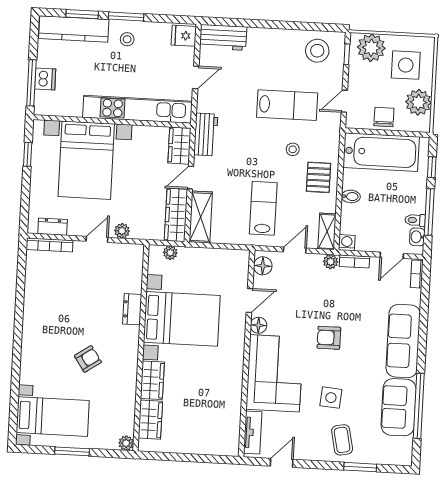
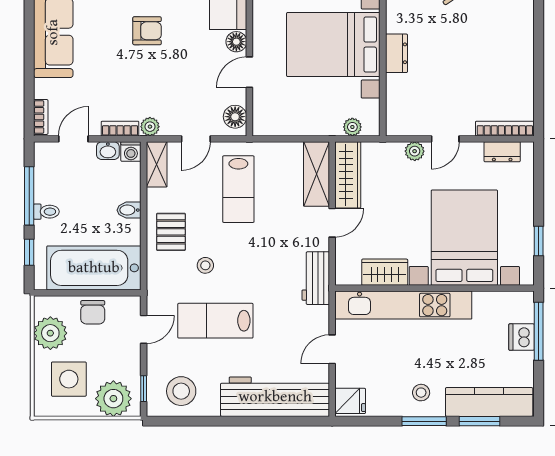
workbench: (223, 37) -> (275, 397), width x1.88, depth x1.32
wardrobe: (179, 146) -> (385, 272), moved, turned -90
toilet: (415, 220) -> (46, 212), moved
washbasin: (417, 237) -> (108, 151), moved, turned 90

